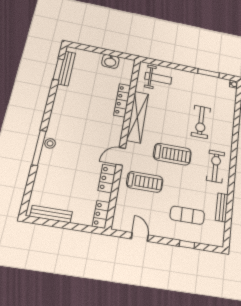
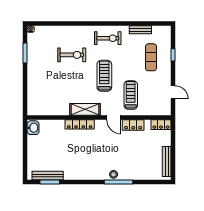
washbasin: (110, 61) -> (33, 128), moved
weight bench: (158, 78) -> (40, 97), removed
locker: (122, 100) -> (80, 124), moved
shelving: (138, 117) -> (85, 109), width x0.68
exercise bike: (216, 166) -> (108, 38), turned 180
door: (140, 237) -> (173, 92), swing flipped

